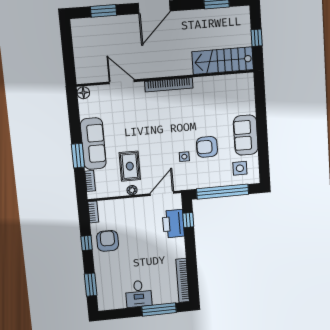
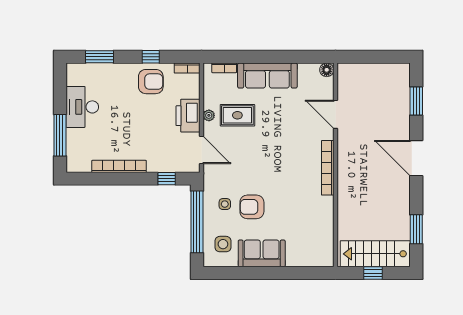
stairs: (223, 61) -> (375, 254), moved, turned -90
door: (122, 82) -> (335, 114), swing flipped
armchair: (207, 147) -> (252, 207), turned -90
window: (78, 156) -> (255, 57), removed
side table: (184, 157) -> (225, 204), moved
printer: (173, 224) -> (188, 116), moved, turned -90
bookcase: (183, 280) -> (119, 166), moved
desk: (139, 294) -> (82, 107), width x1.37

